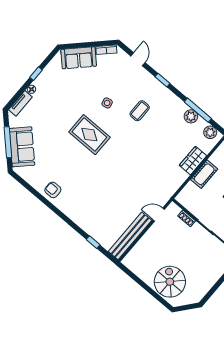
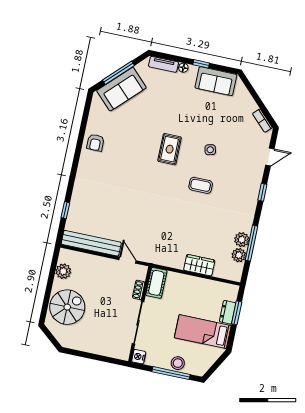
sofa: (79, 58) -> (216, 81), moved, turned -45
coffee table: (140, 111) -> (201, 185), moved
plant: (210, 132) -> (239, 255), moved
rug: (89, 135) -> (170, 149), width x0.73, depth x0.70
cot: (204, 174) -> (156, 283), moved, turned 90
armchair: (53, 190) -> (95, 143), turned 180
plant: (140, 270) -> (63, 271), added

